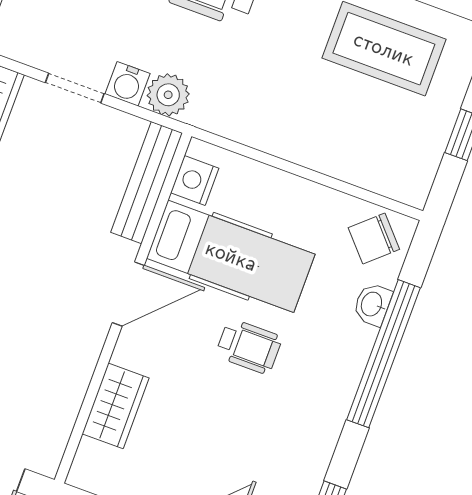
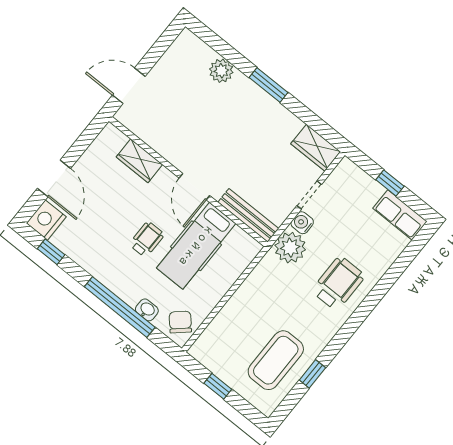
plant: (168, 95) -> (290, 248), width x1.36, depth x1.36
nightstand: (195, 181) -> (241, 240), removed
wheelchair: (249, 346) -> (147, 239), turned 180

